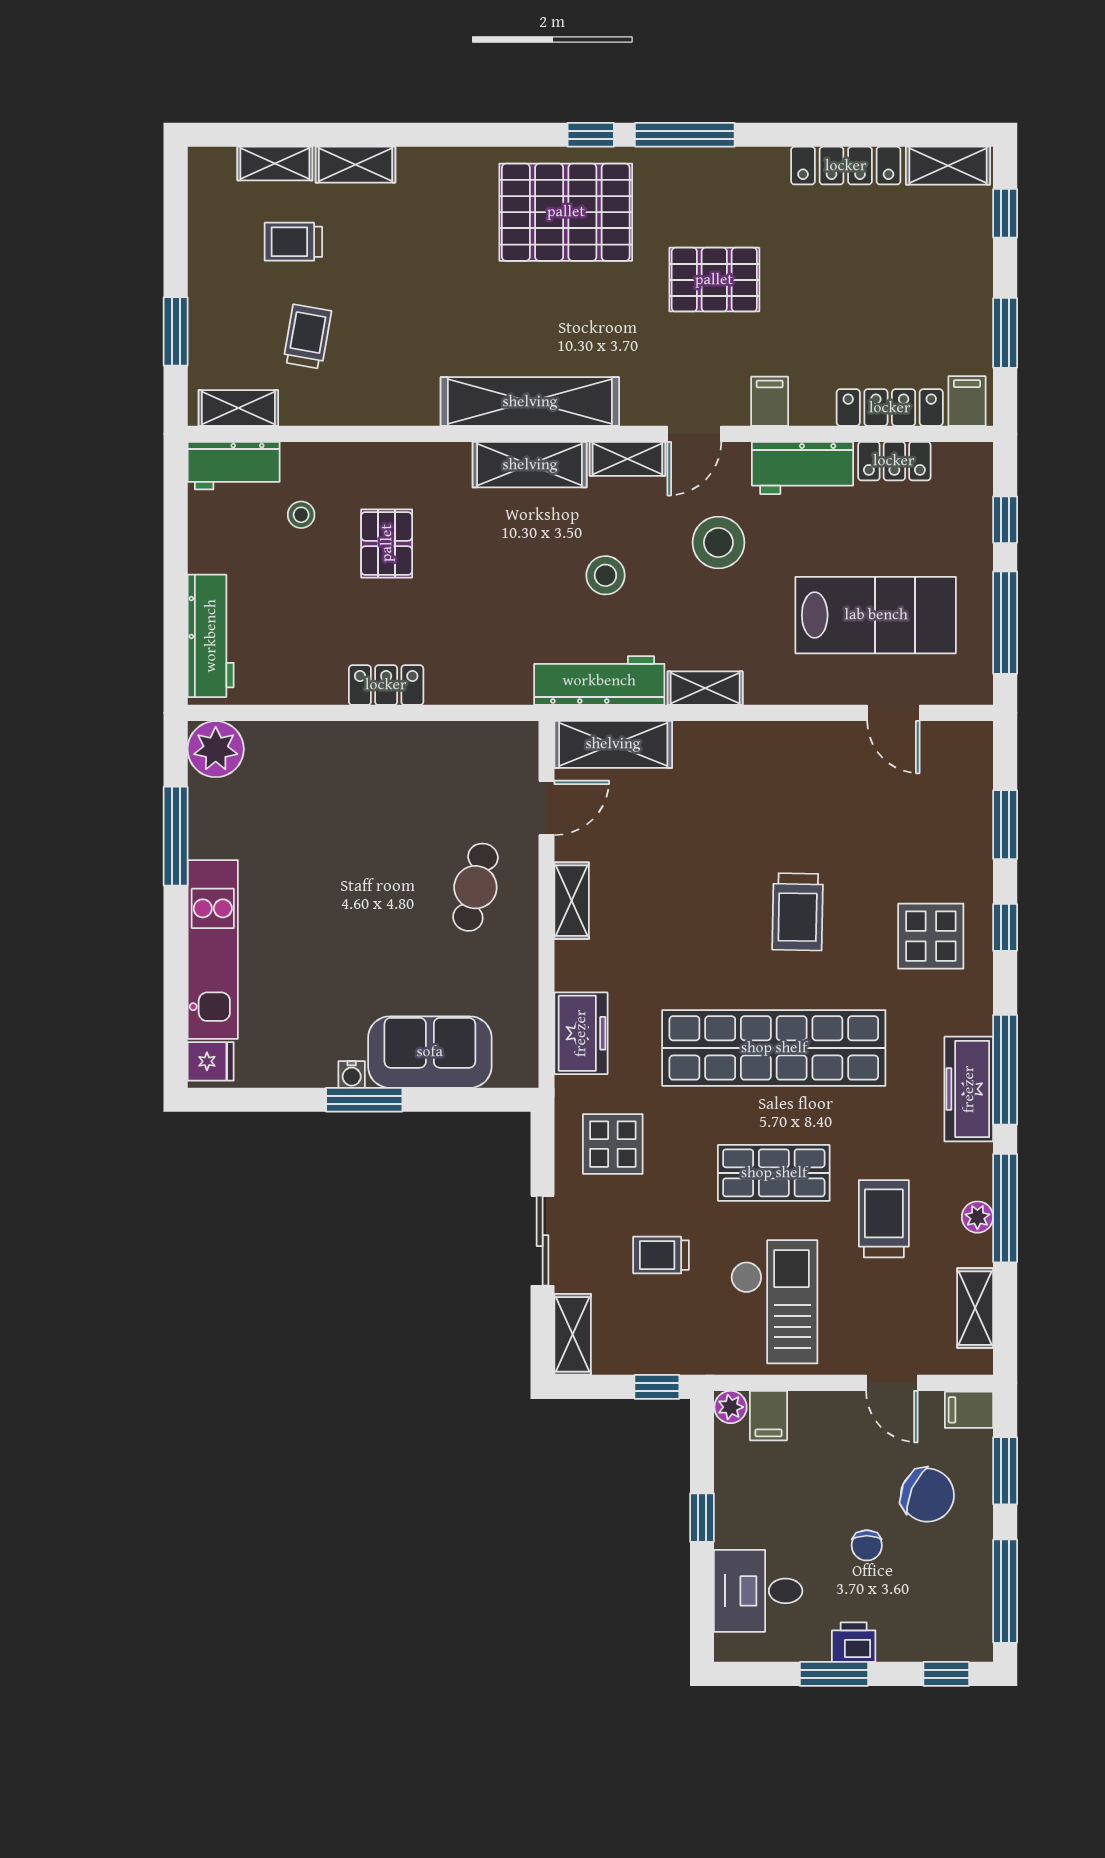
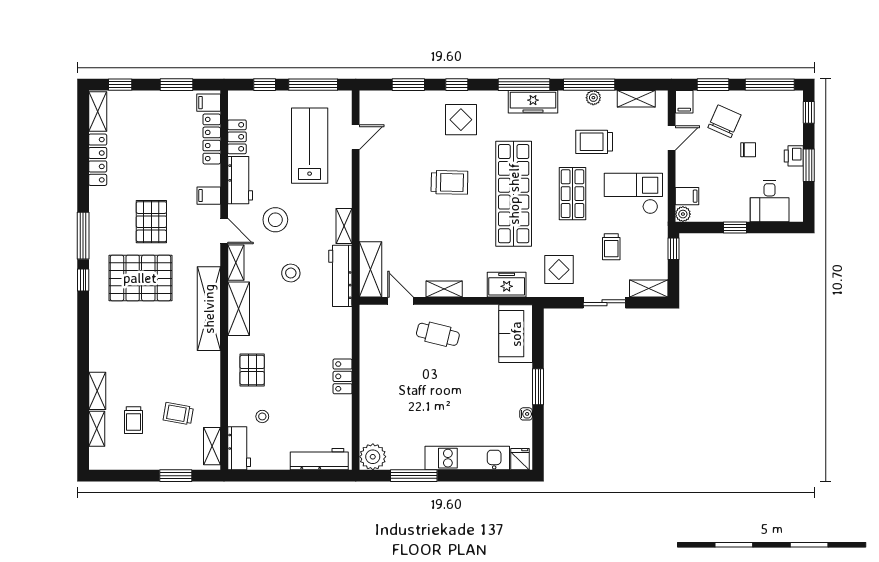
pallet: (566, 212) -> (140, 278), moved, turned 90
pallet: (387, 543) -> (252, 370), moved, turned 90
sofa: (430, 1052) -> (516, 334), moved
water cooler: (352, 1074) -> (526, 414), moved

